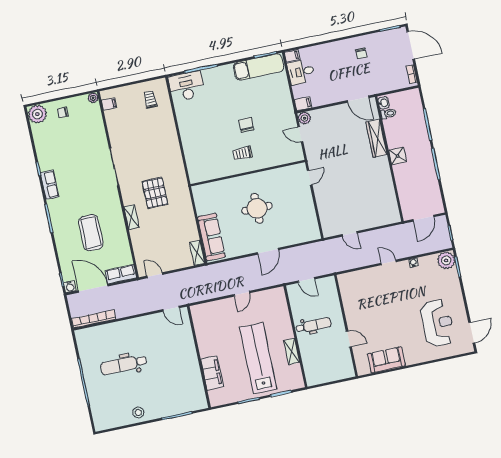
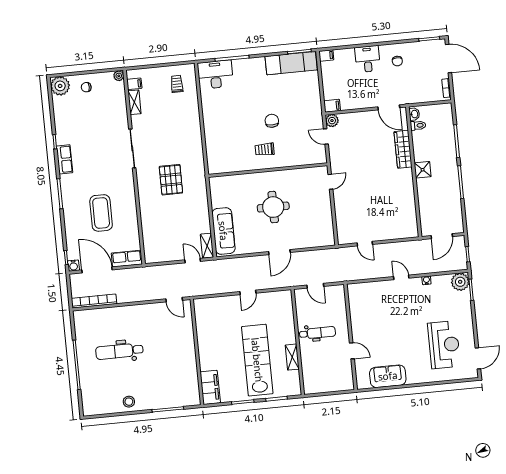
desk: (301, 72) -> (367, 59), moved, turned 90
shelving: (131, 217) -> (134, 102), moved
door: (155, 275) -> (193, 261), moved
filing cabinet: (212, 373) -> (210, 387), moved

